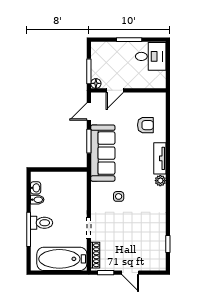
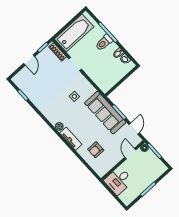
desk: (151, 56) -> (119, 181), moved
door: (130, 273) -> (29, 60), swing flipped

